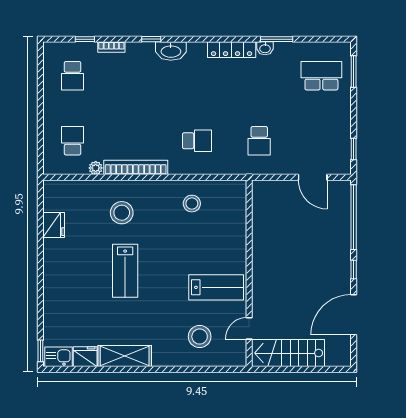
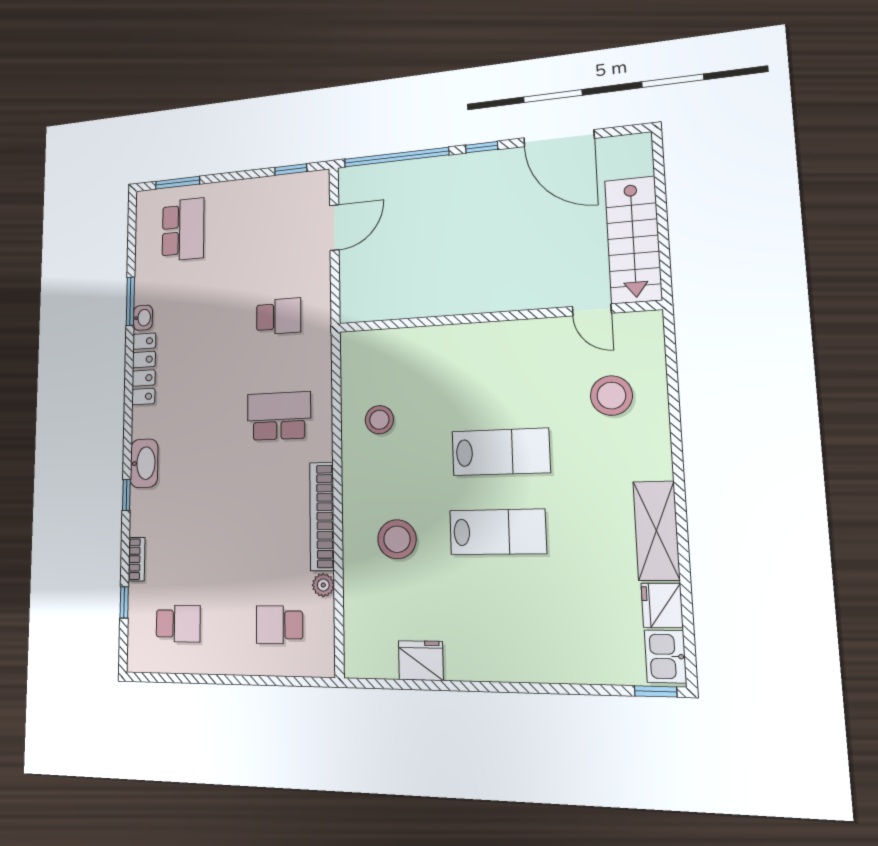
school desk: (321, 76) -> (183, 230), turned 180
school desk: (197, 141) -> (279, 416), width x1.85
lab bench: (216, 287) -> (501, 452), moved, turned 90

